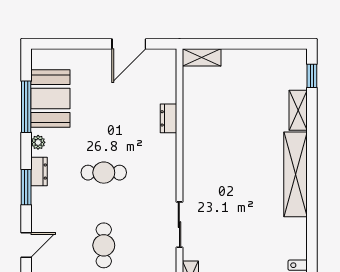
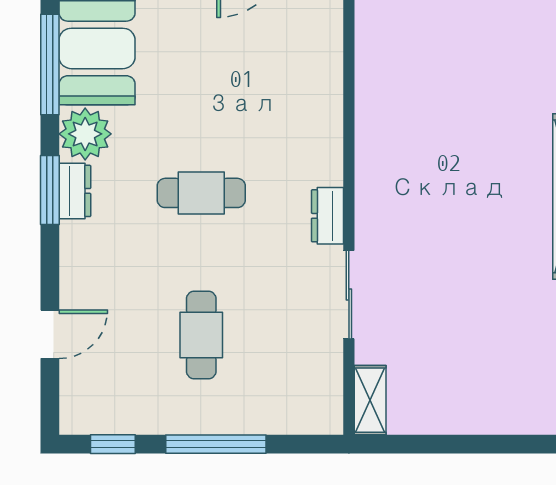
dresser: (168, 118) -> (327, 216), moved
plant: (38, 142) -> (85, 134), width x1.87, depth x1.87
window: (26, 187) -> (50, 190), moved

